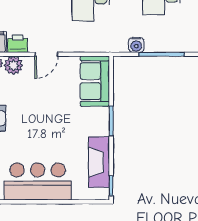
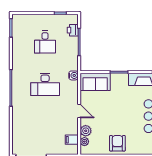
printer: (18, 44) -> (73, 30), moved
water cooler: (136, 45) -> (73, 75), moved

